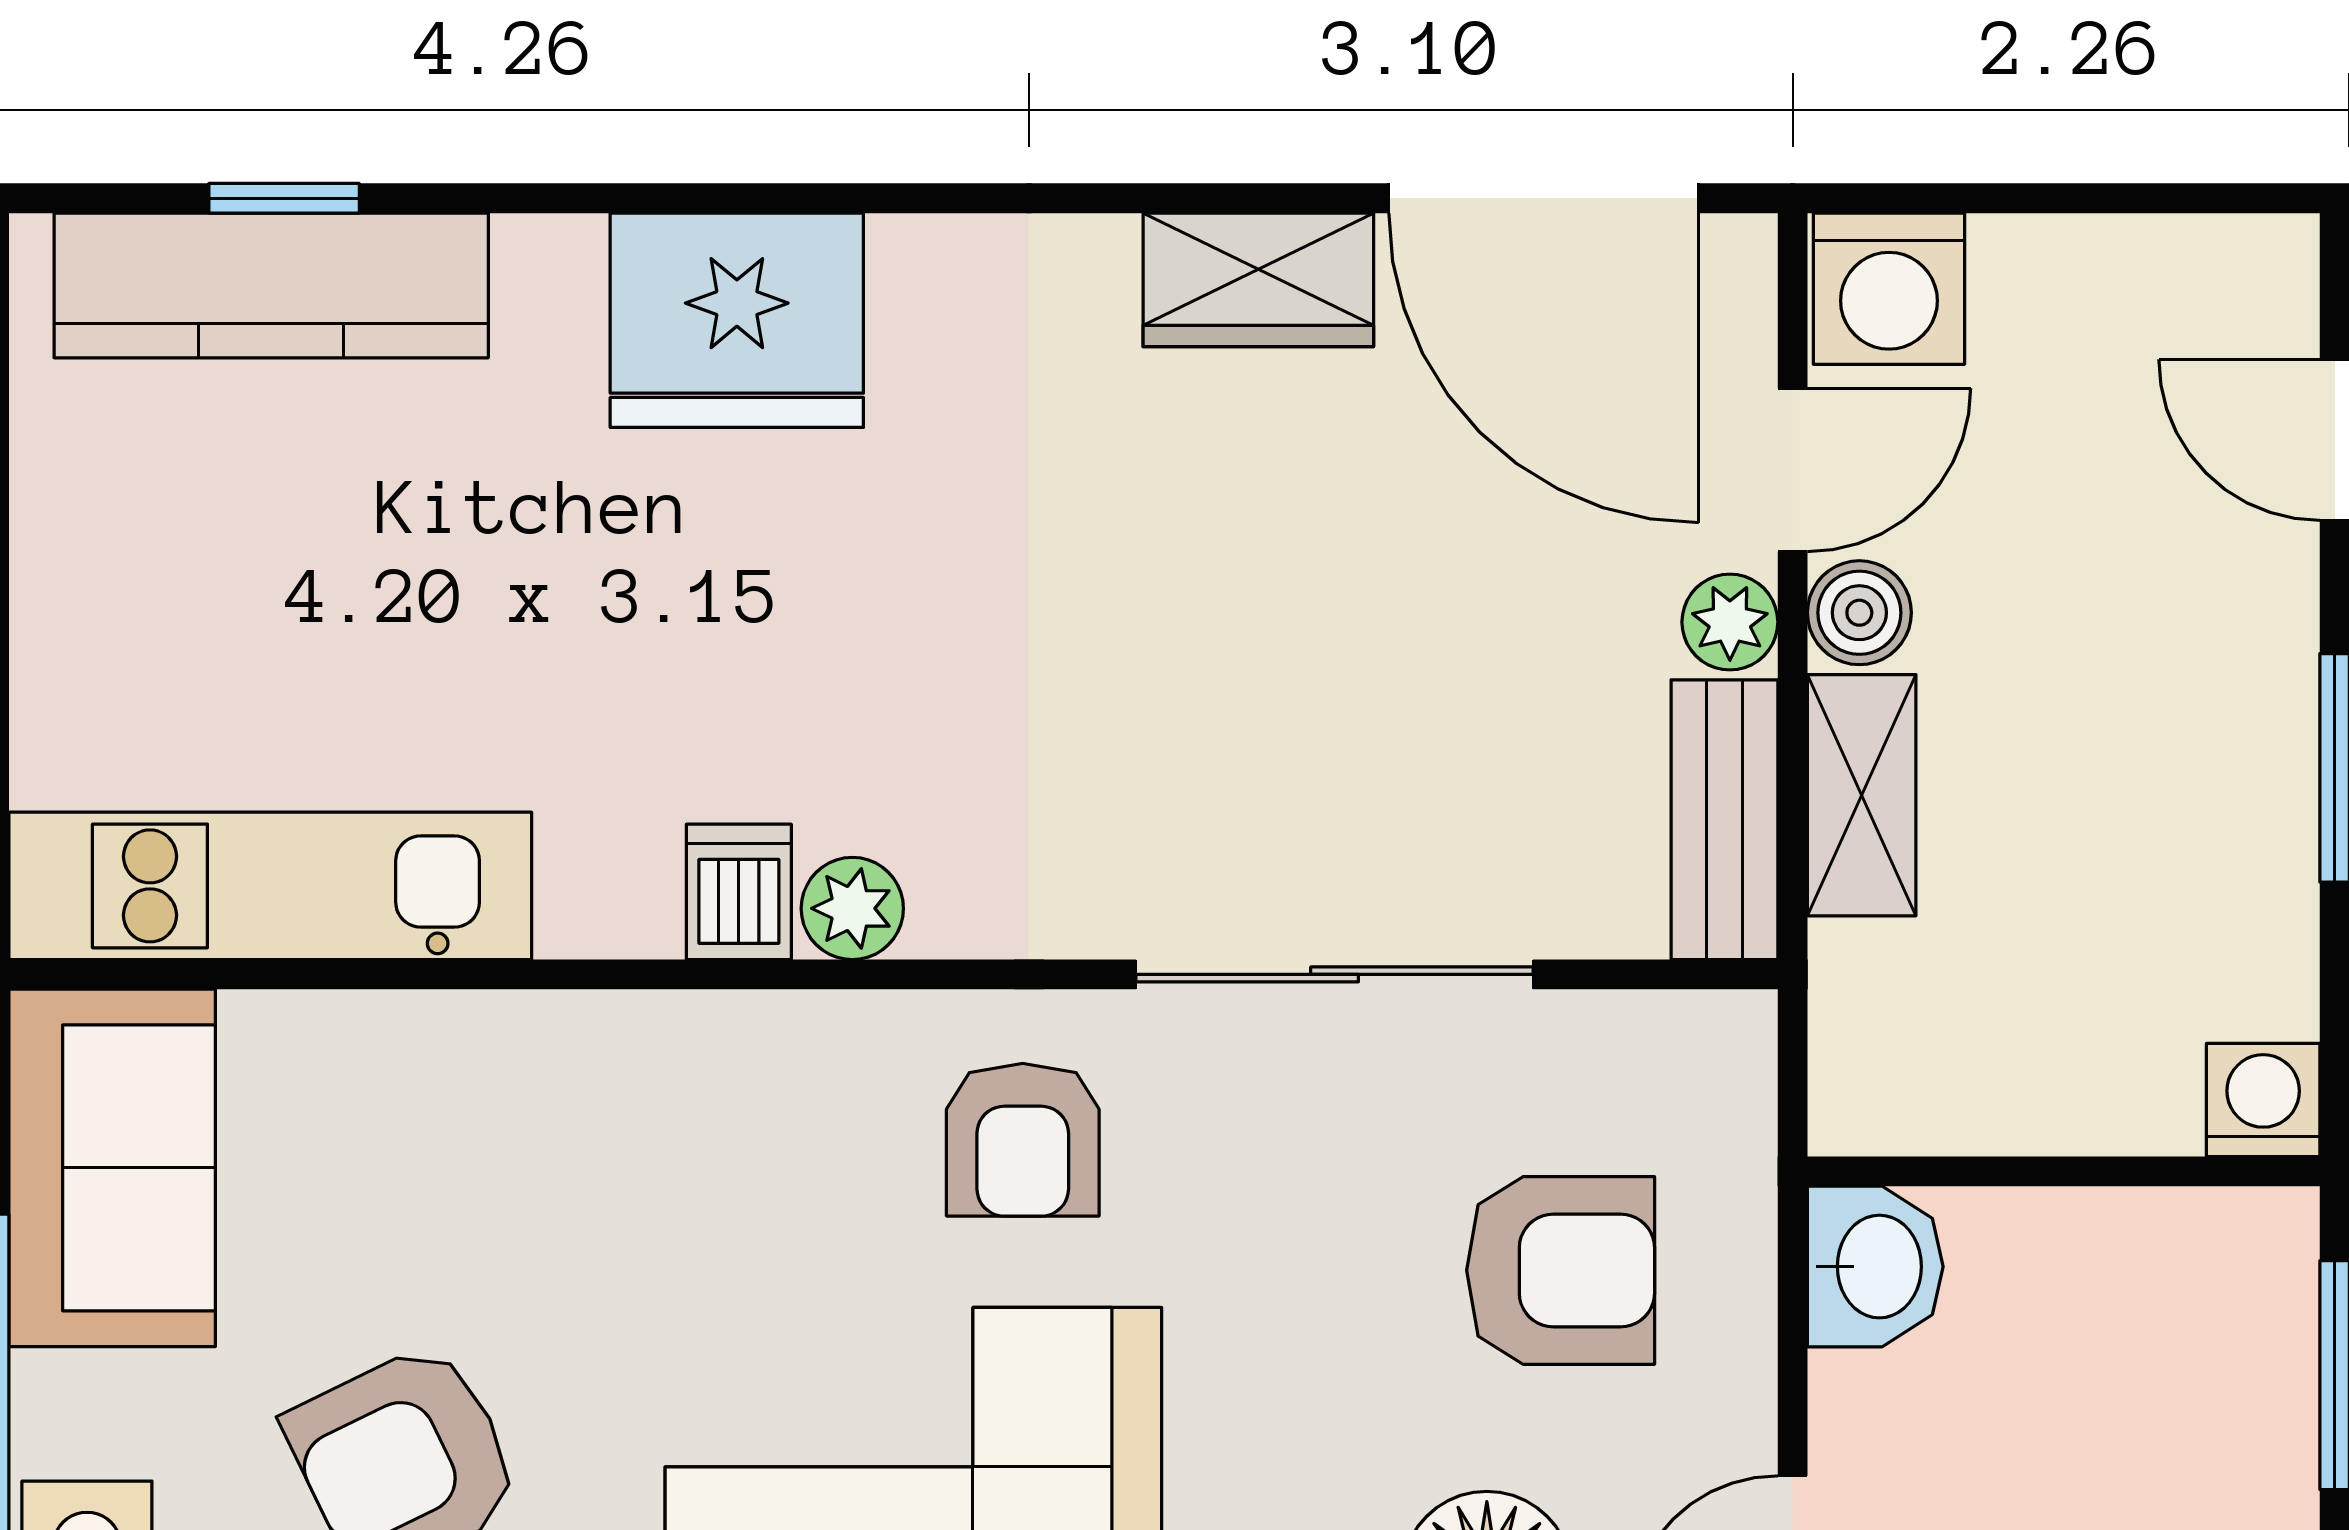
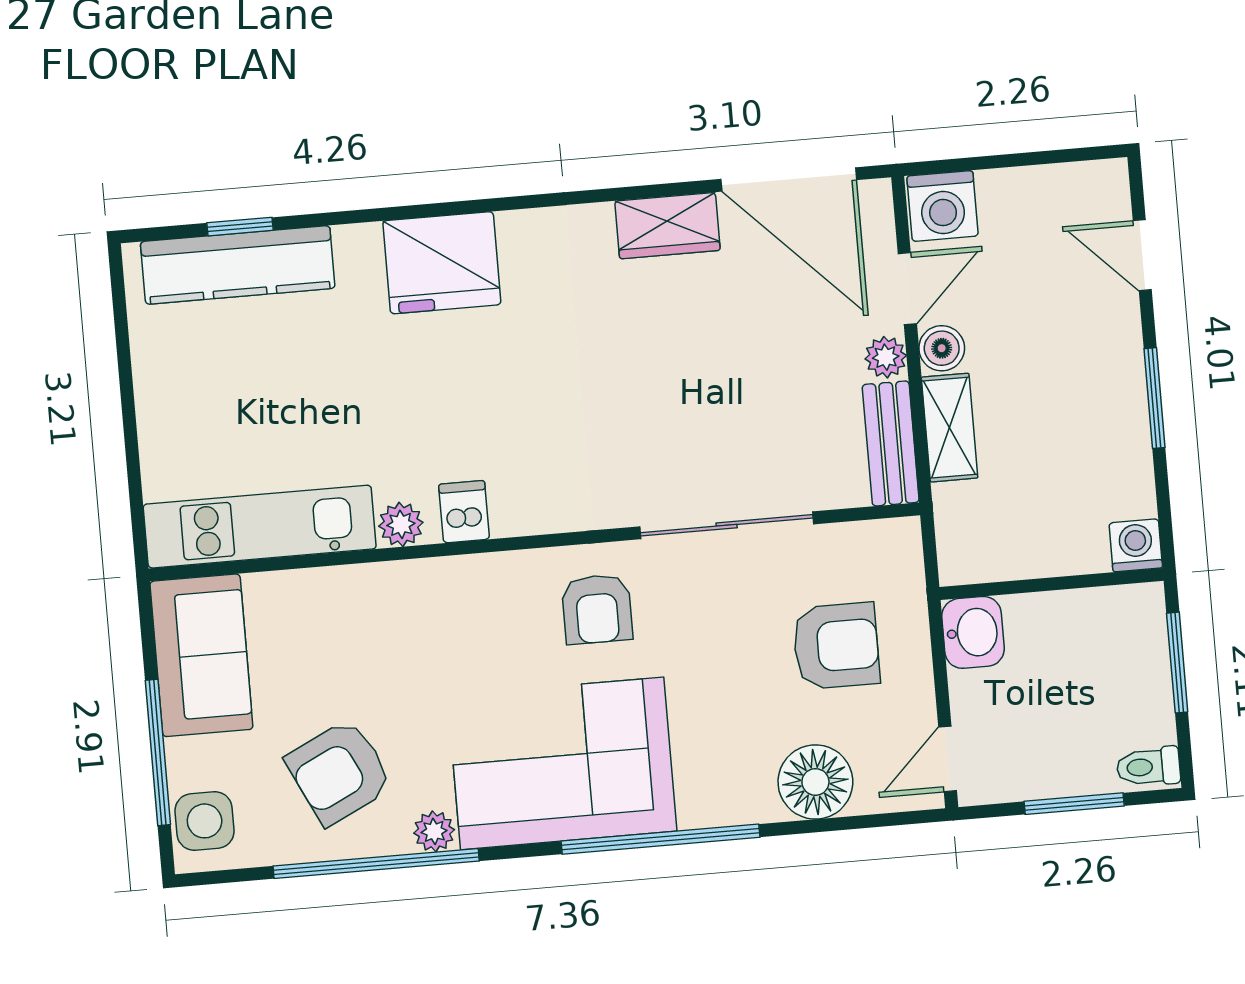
plant: (852, 908) -> (401, 524), moved

